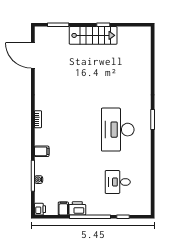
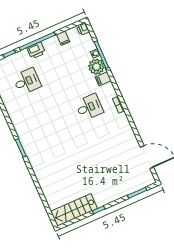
stairs: (93, 35) -> (74, 210), moved
desk: (118, 130) -> (89, 107), moved, width x0.53, depth x0.77
plant: (43, 166) -> (96, 67), added
printer: (77, 208) -> (36, 50), moved

